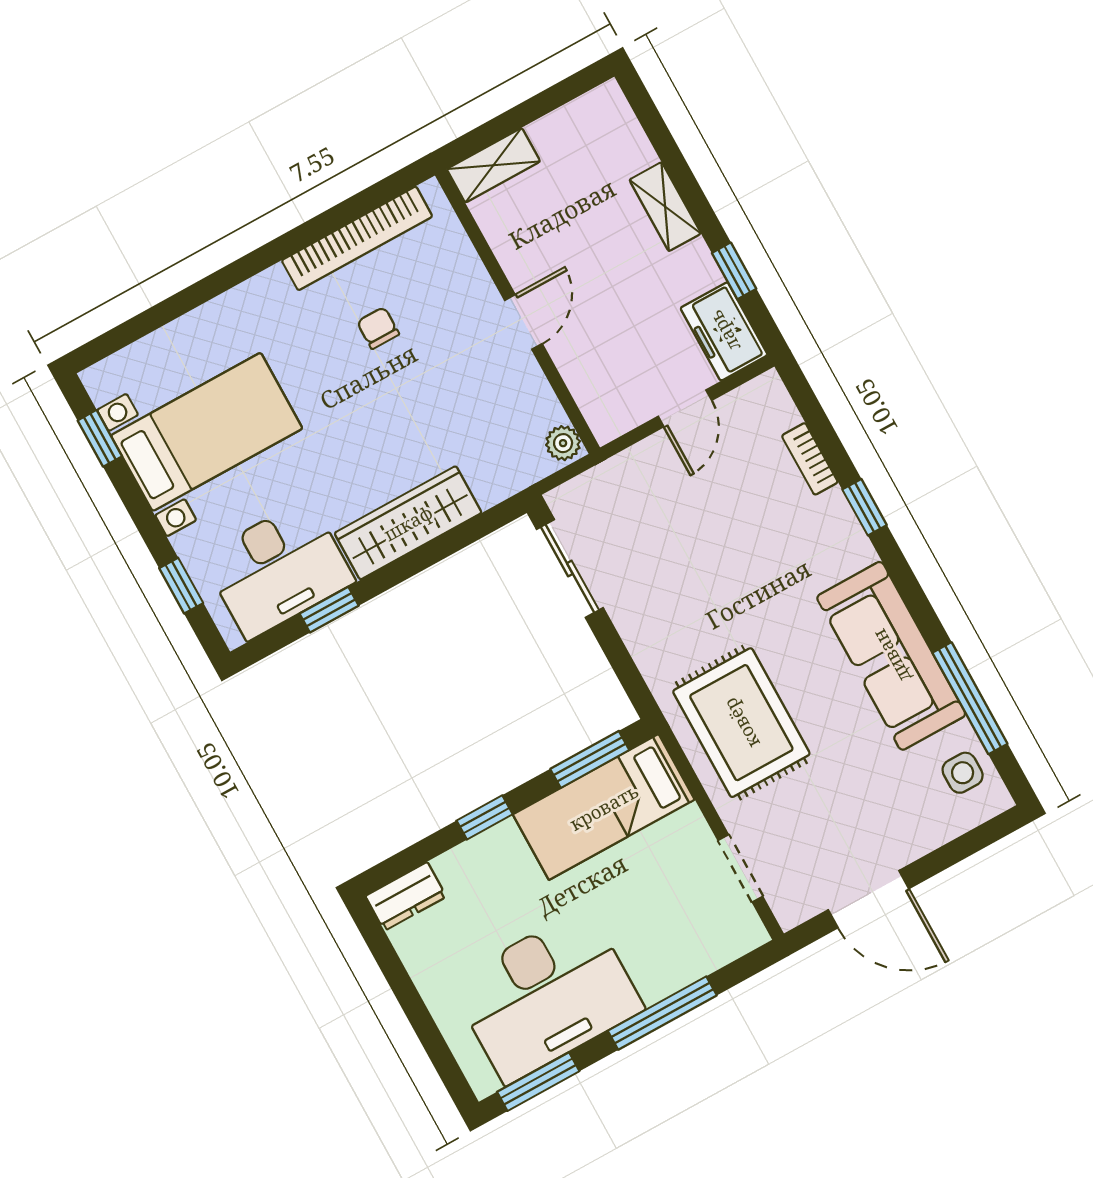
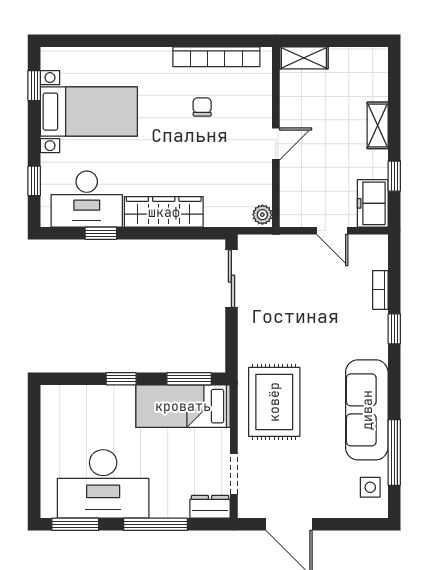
door: (685, 408) -> (332, 231), hinge flipped
dresser: (406, 896) -> (210, 507), moved, turned 180

